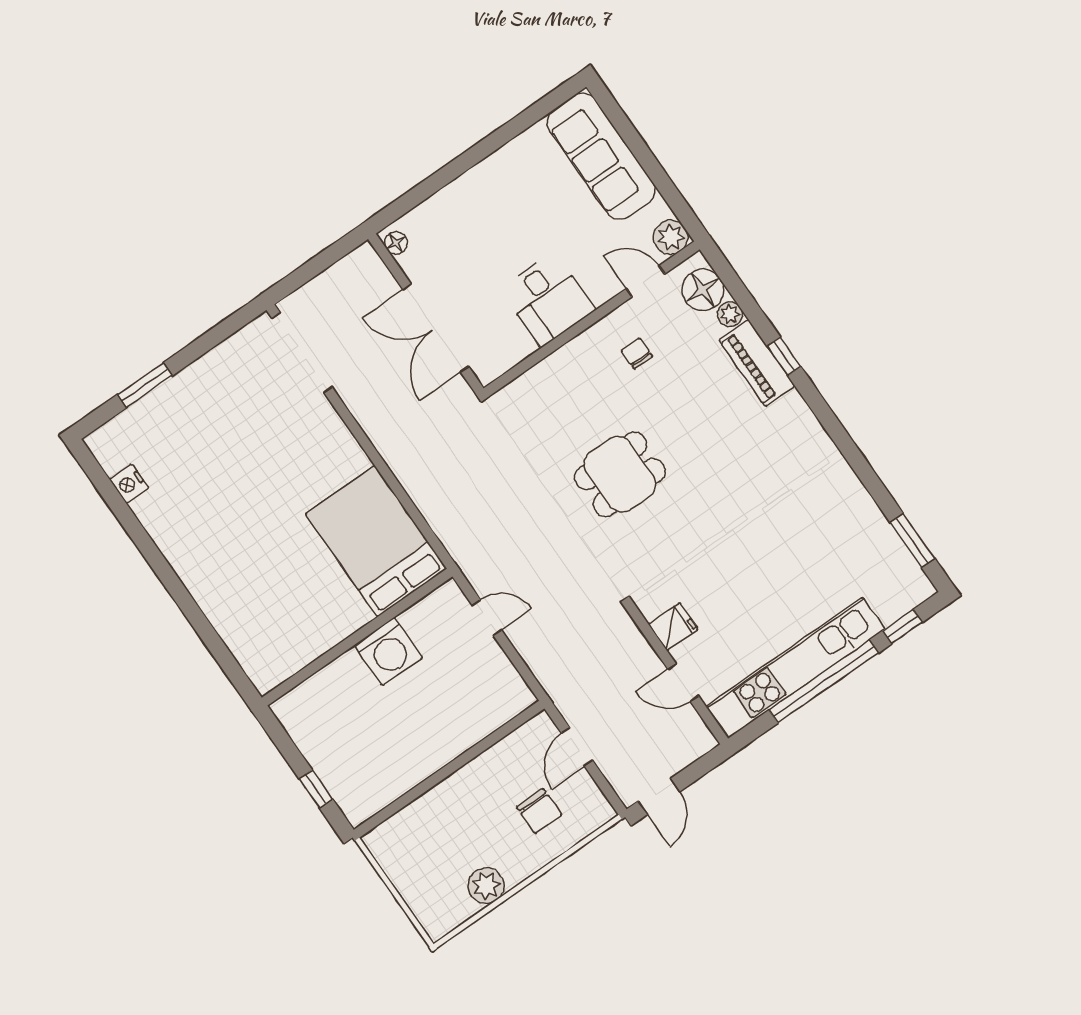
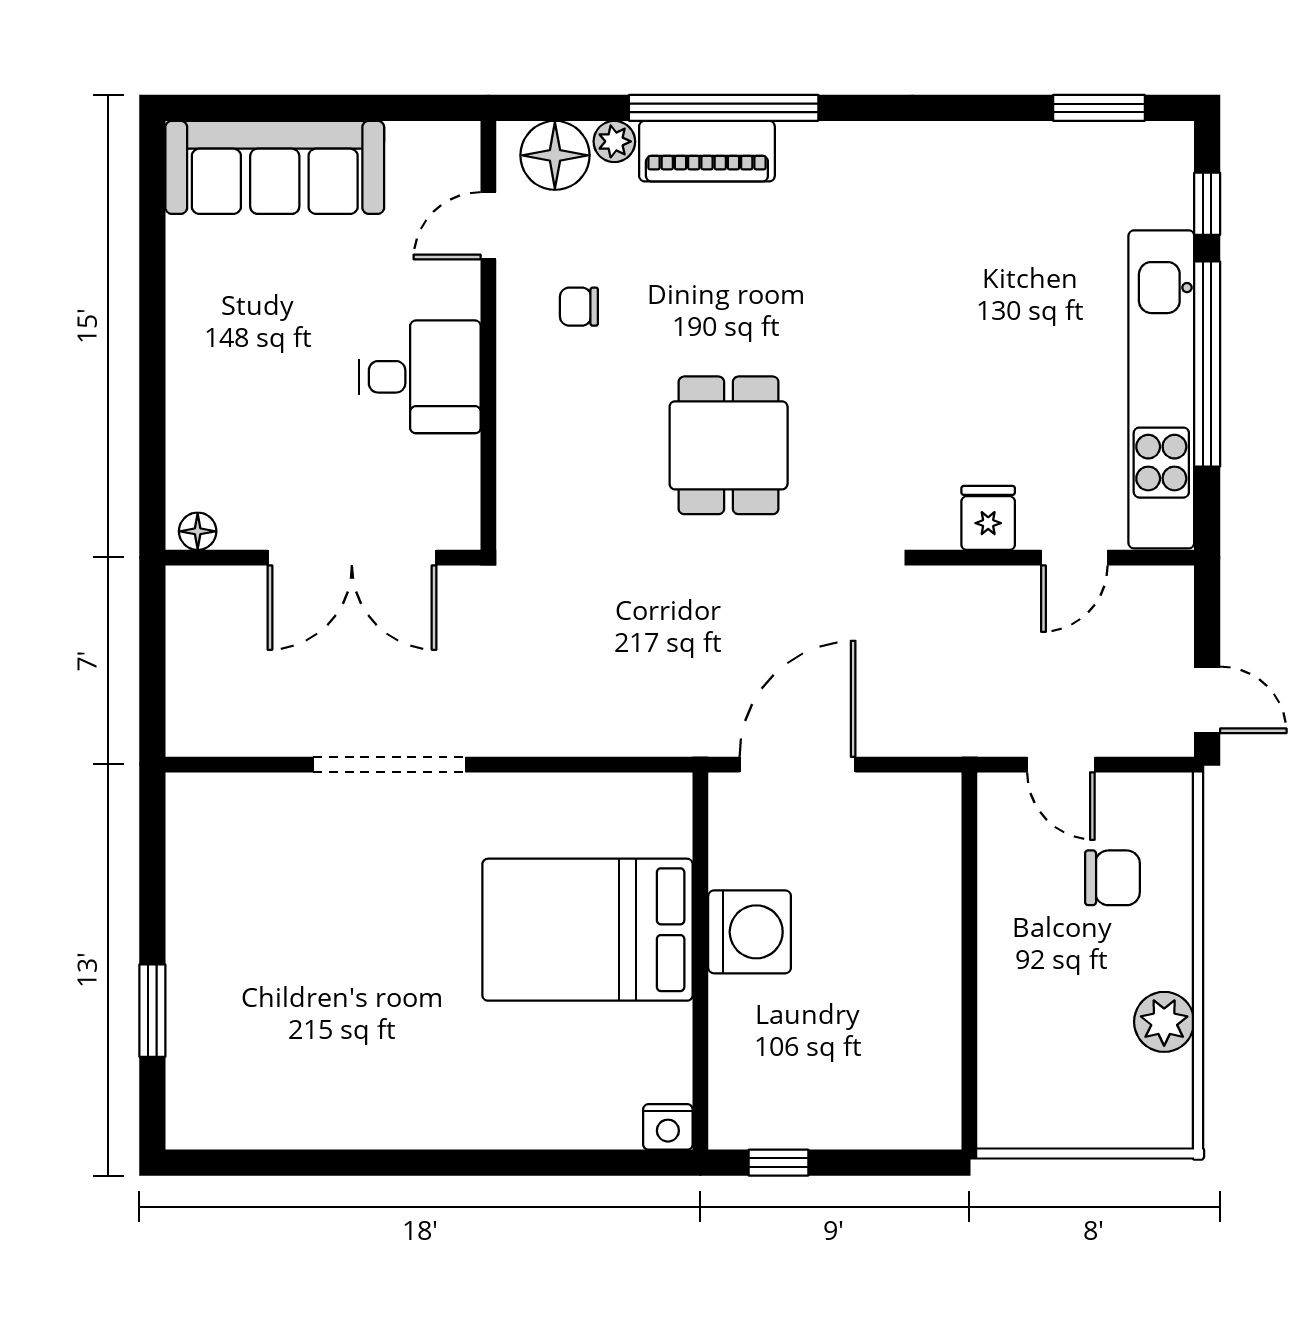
plant: (671, 237) -> (452, 149), removed
doorway: (302, 353) -> (390, 765), moved
window: (784, 356) -> (724, 108), width x3.17
nightstand: (129, 484) -> (668, 1127), moved
bed: (376, 541) -> (588, 930), moved
door: (487, 617) -> (798, 765), width x1.87
window: (316, 789) -> (779, 1163), moved

